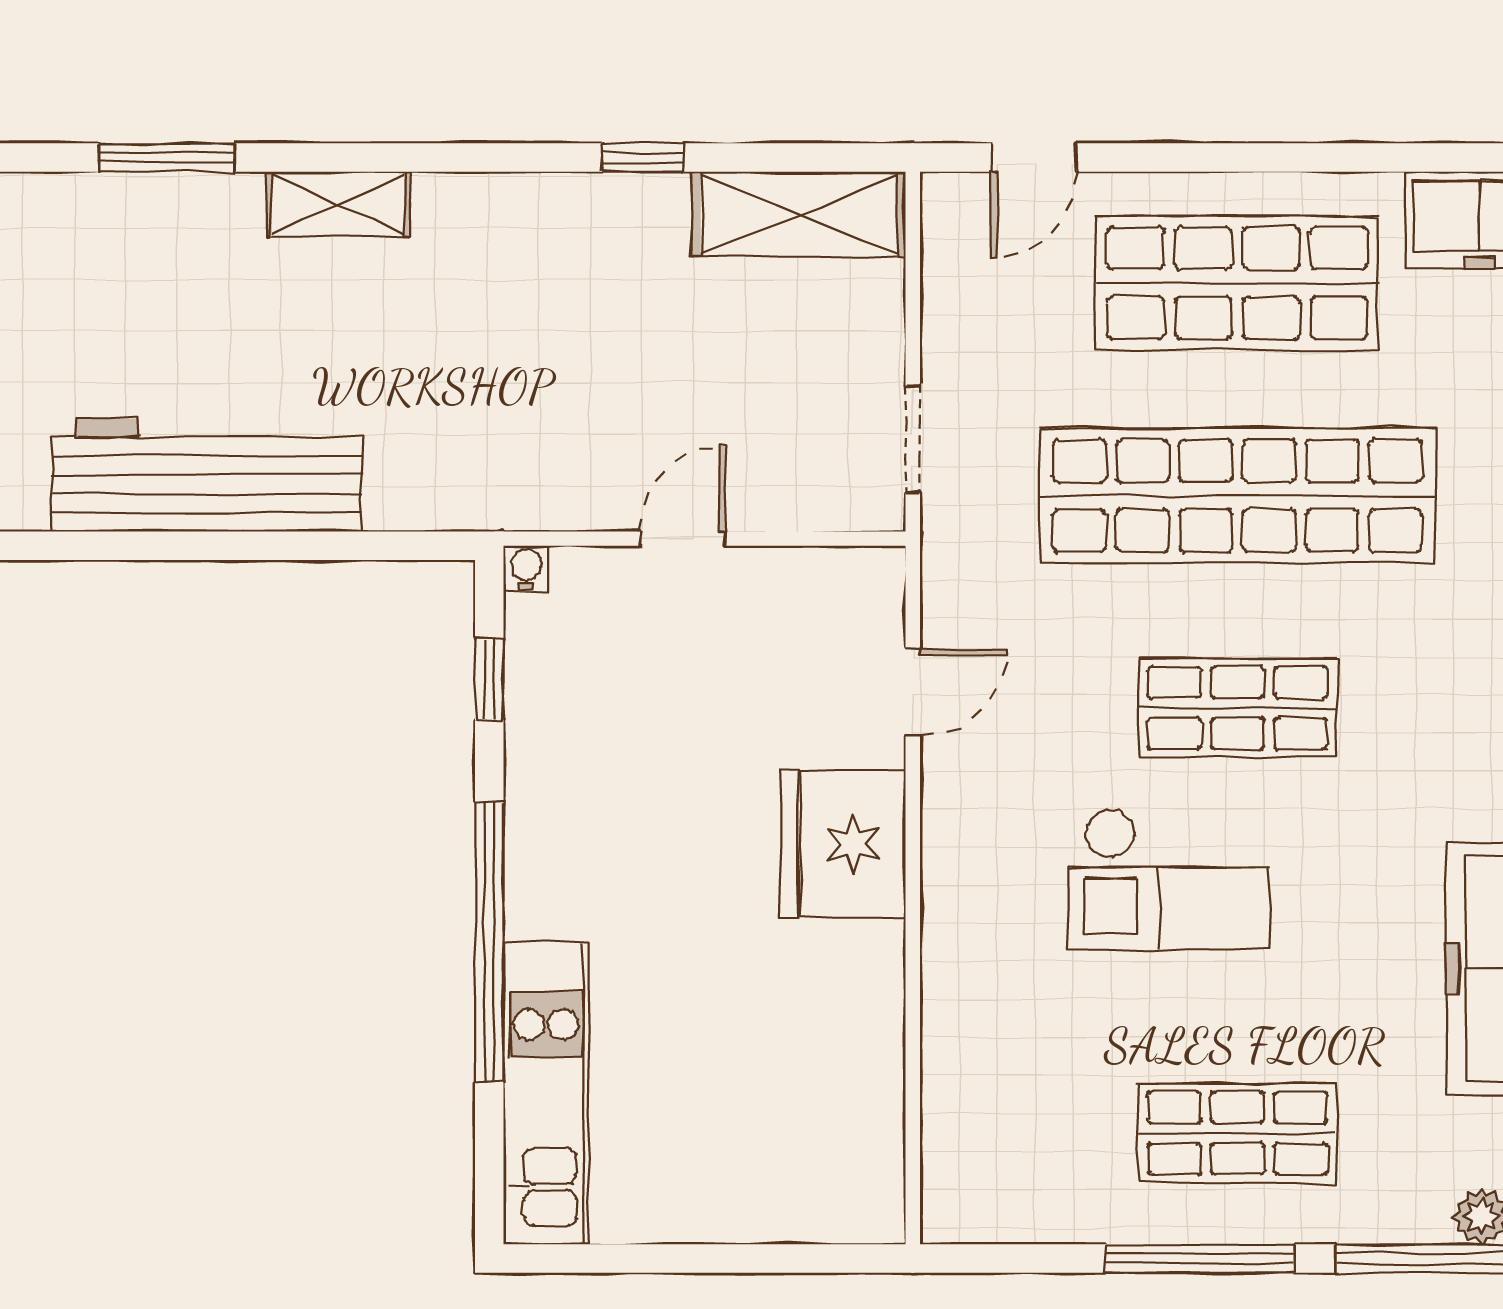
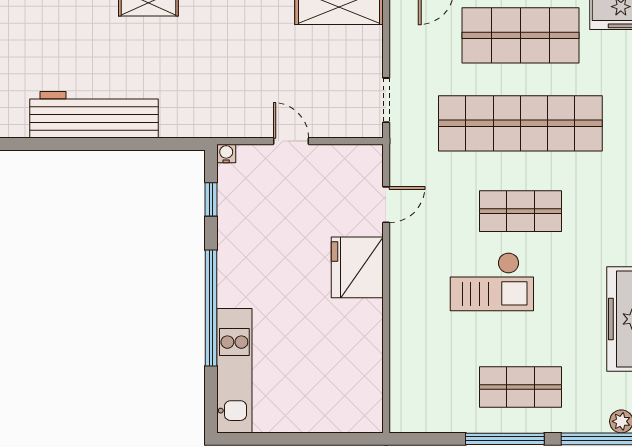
door: (683, 539) -> (291, 141), hinge flipped

